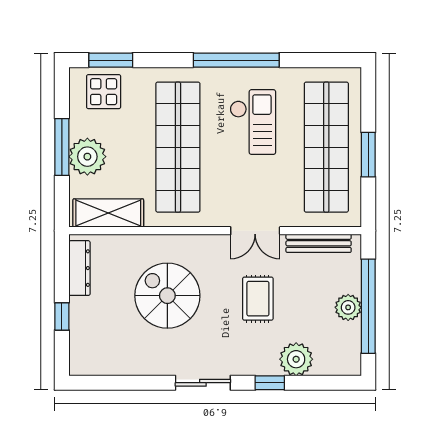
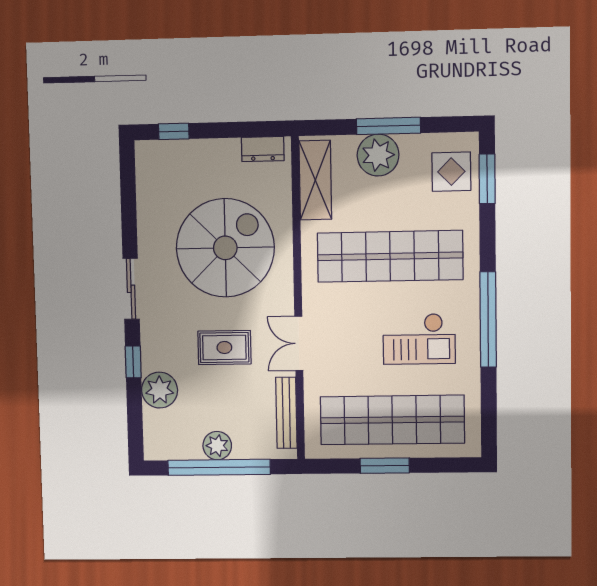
dresser: (79, 268) -> (263, 149), width x0.70
spiral stairs: (167, 296) -> (225, 248), width x1.37, depth x1.37
window: (62, 316) -> (174, 131), moved

